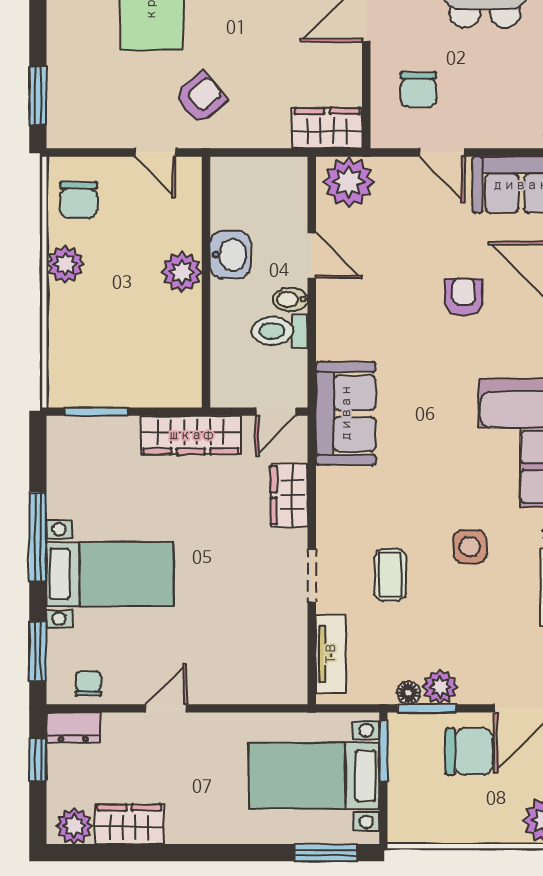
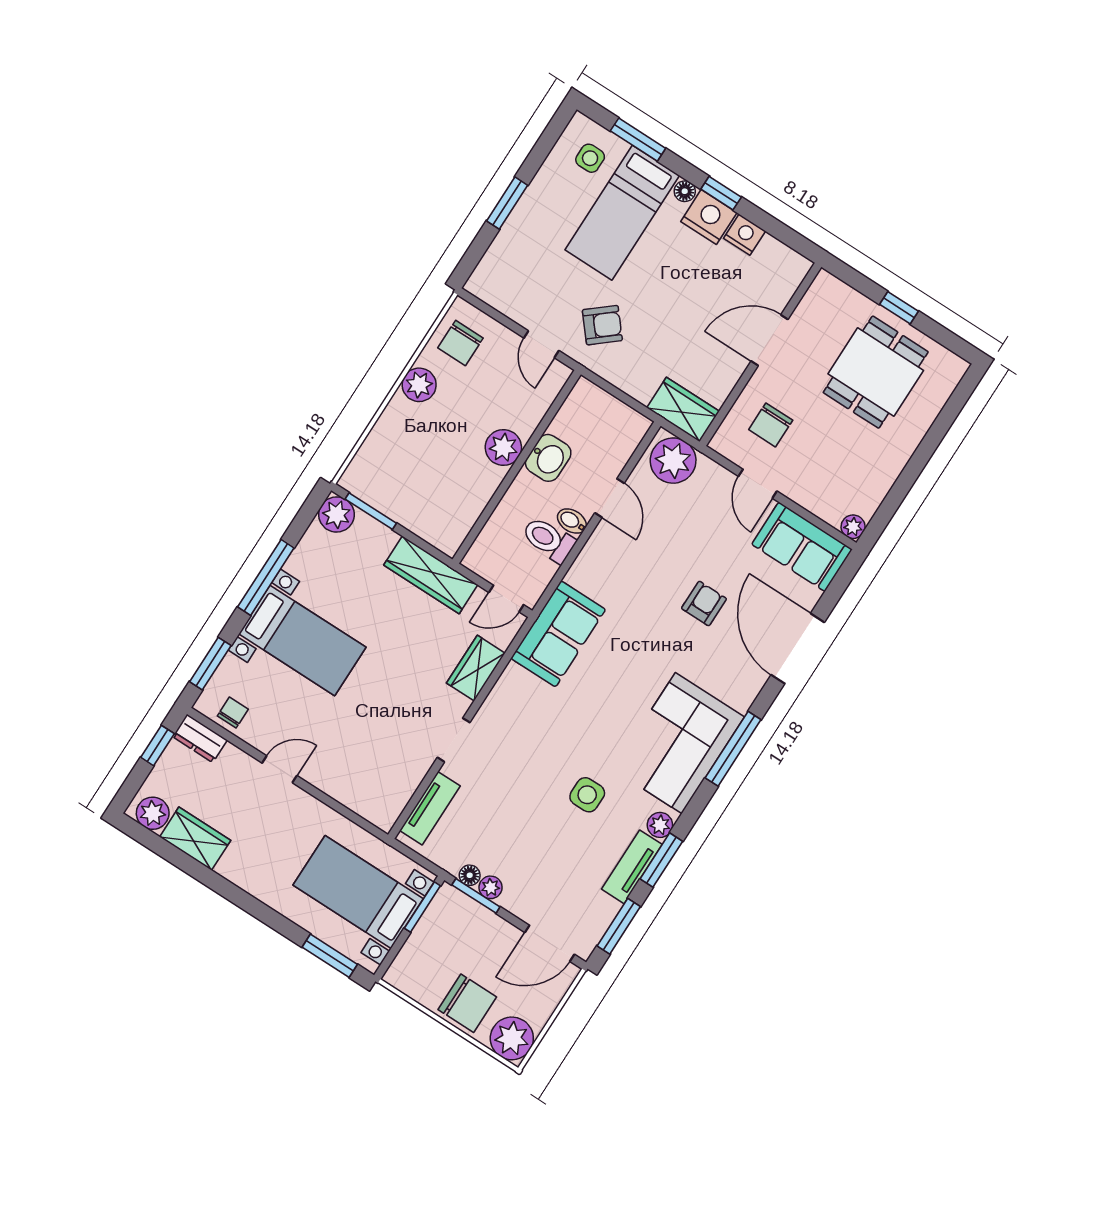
window: (38, 96) -> (507, 203), moved
plant: (66, 435) -> (337, 515), added
coffee table: (390, 575) -> (513, 777), removed
plant: (440, 687) -> (491, 887), width x0.73, depth x0.73
chair: (469, 751) -> (467, 1003), moved

